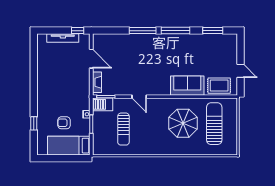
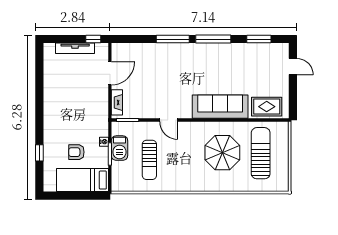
door: (91, 59) -> (110, 73), hinge flipped
door: (241, 71) -> (293, 67), moved
sofa: (187, 86) -> (220, 107), width x1.36
barbecue: (103, 104) -> (119, 148), moved, turned -90

